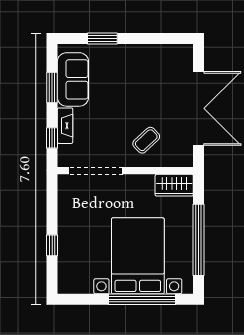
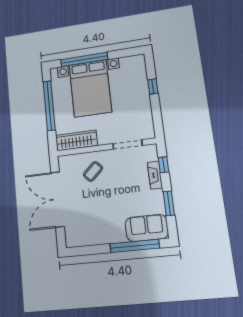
window: (102, 38) -> (135, 246), width x2.11
sofa: (73, 79) -> (147, 228), moved, turned 90
doorway: (96, 171) -> (127, 145), width x0.73
wardrobe: (174, 185) -> (76, 141), width x1.50

